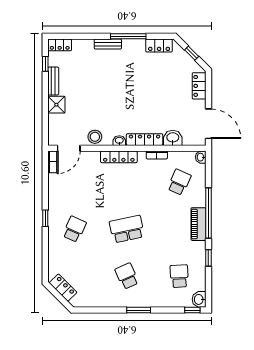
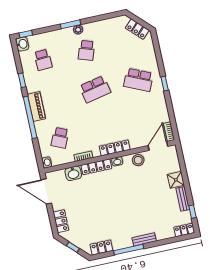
school desk: (74, 229) -> (138, 80), width x1.85
school desk: (127, 276) -> (86, 50), turned 42
plant: (131, 302) -> (78, 30), added

